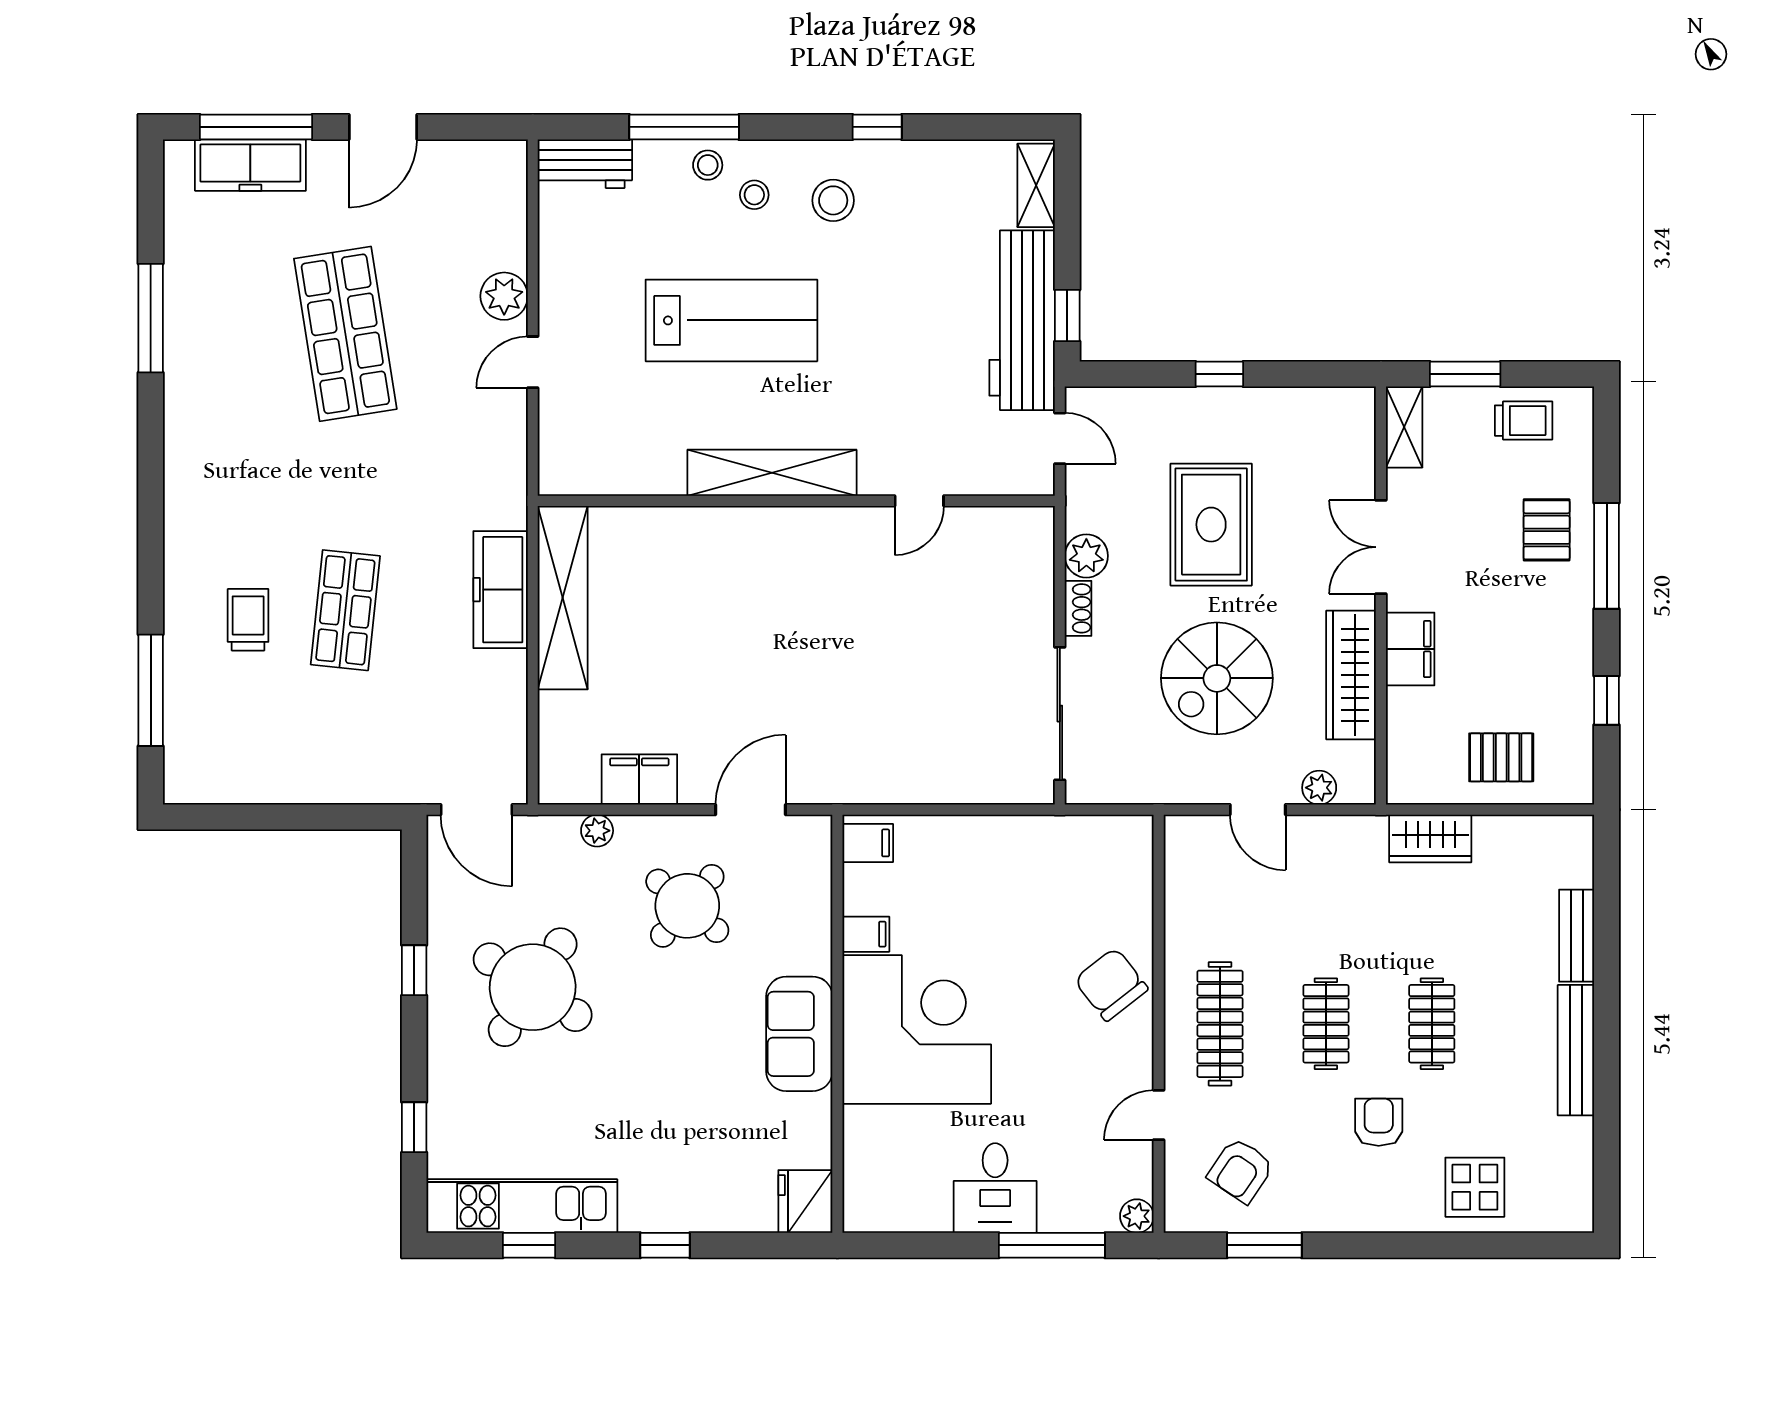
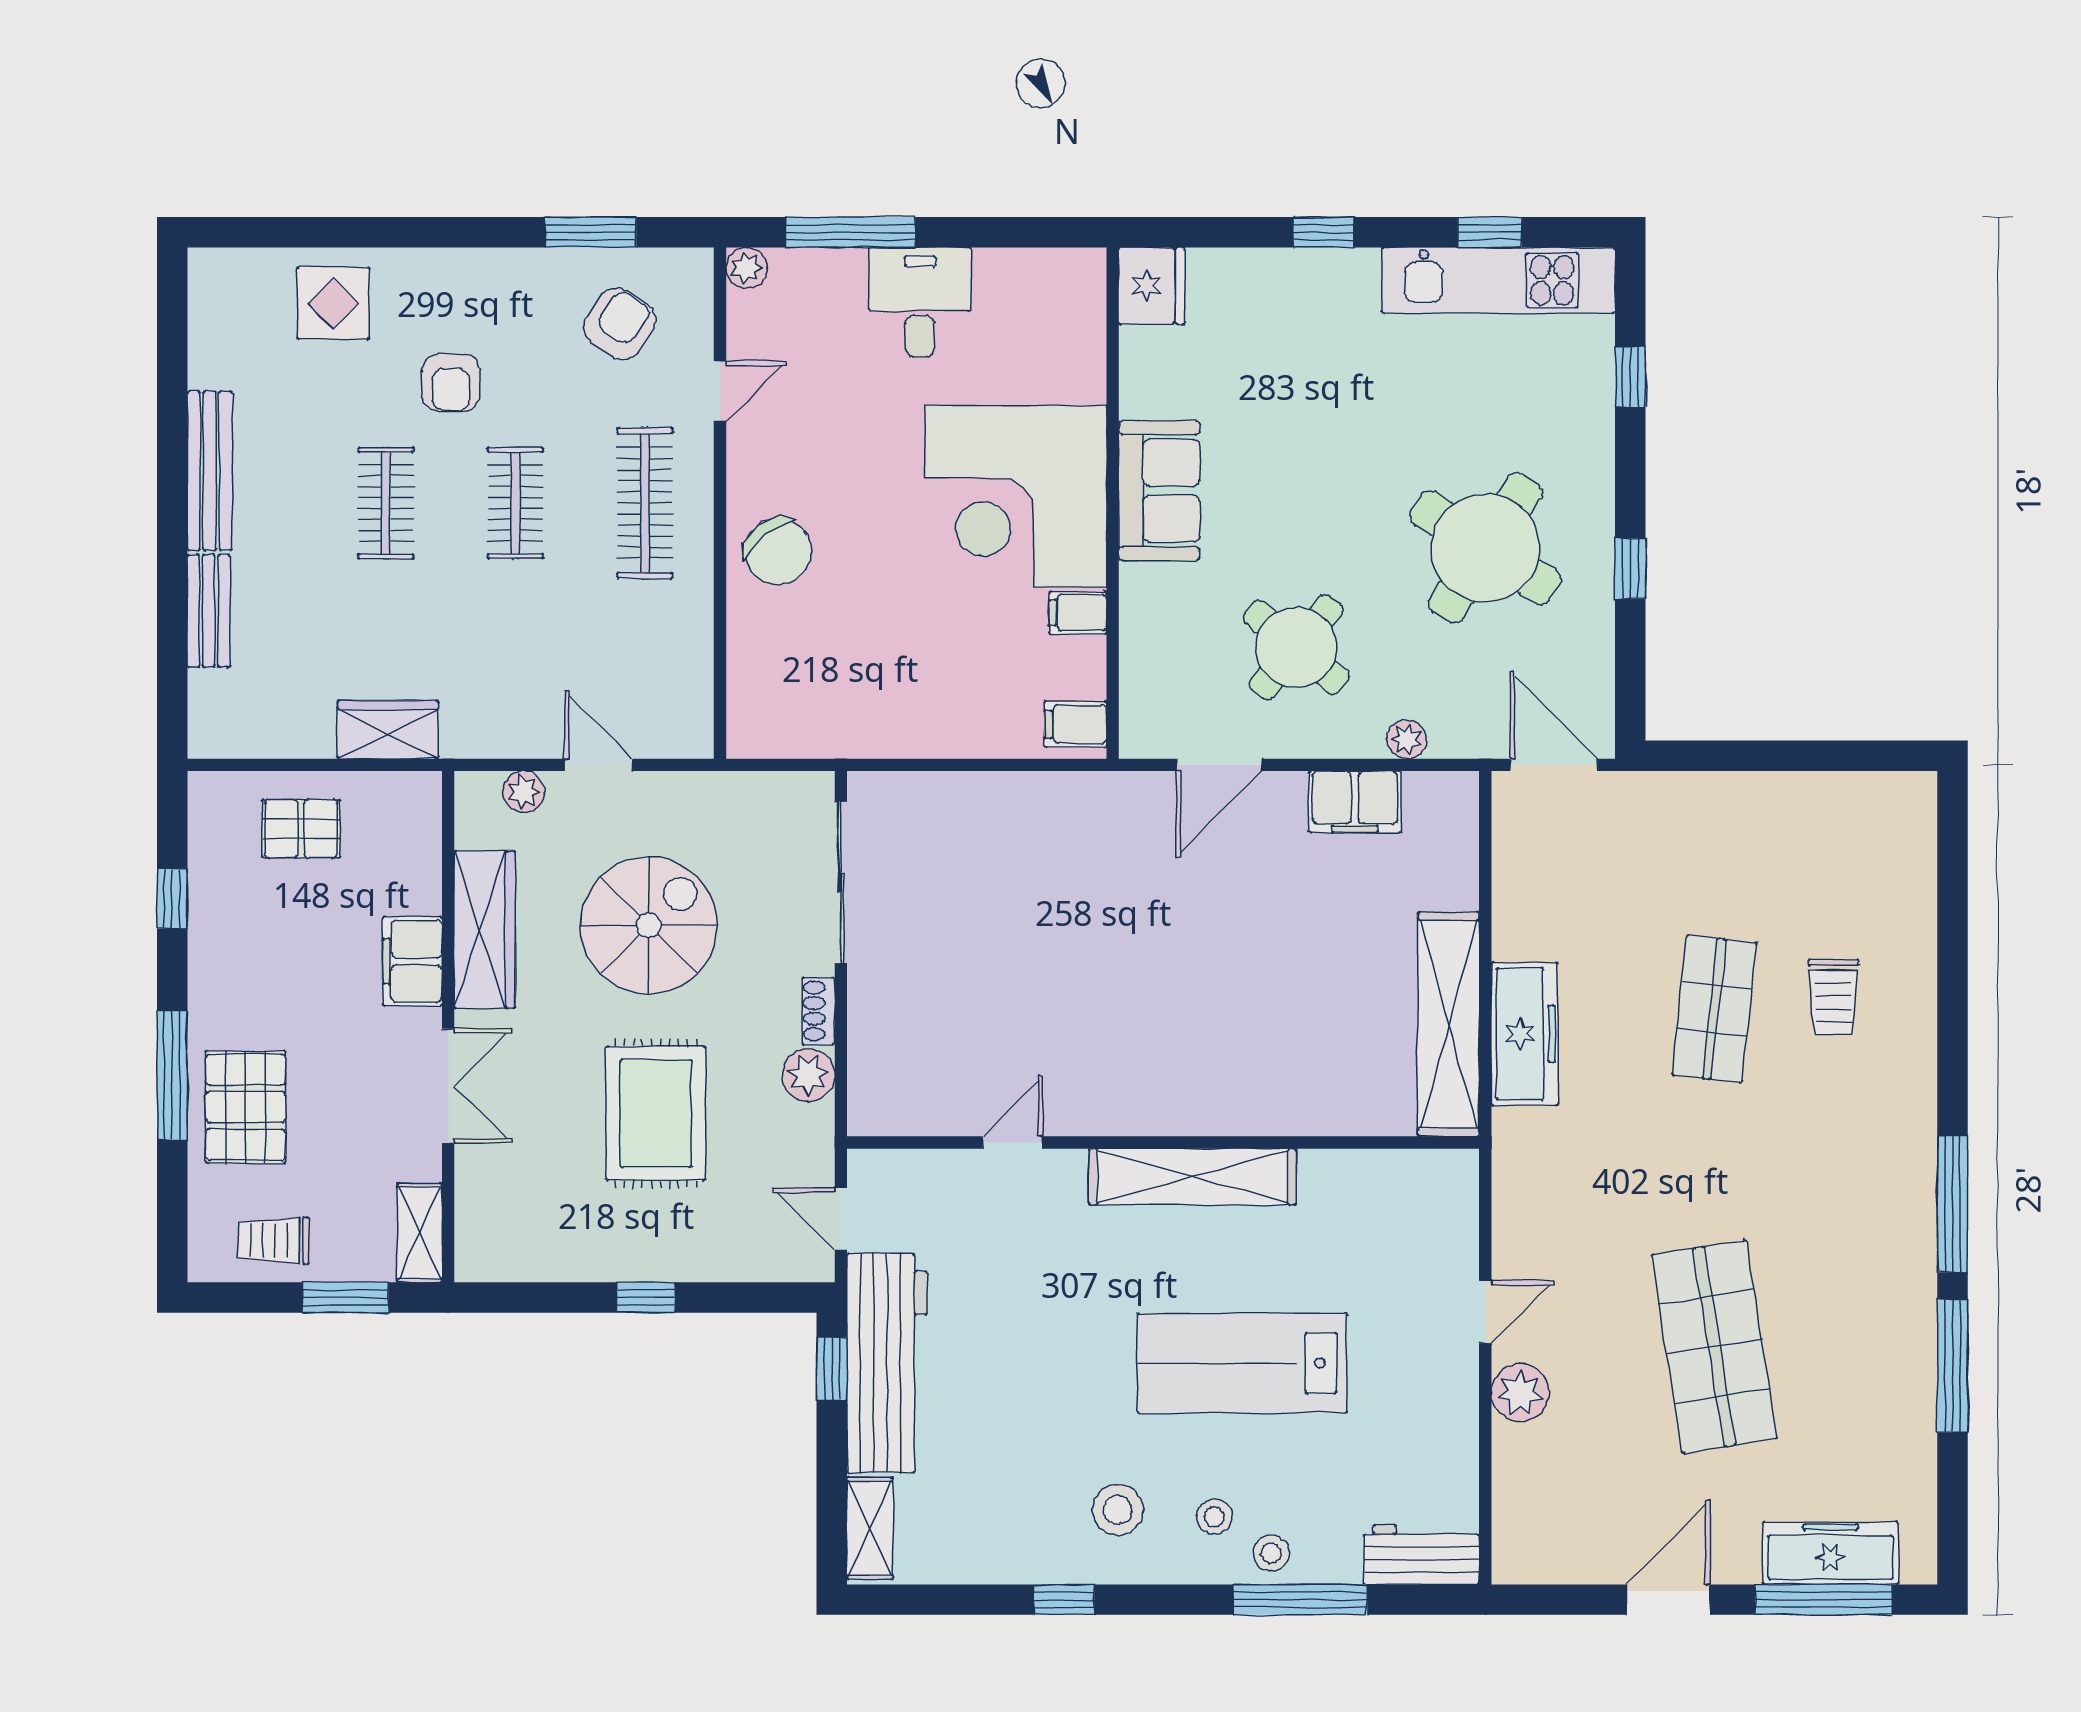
pallet: (1547, 530) -> (246, 1107), width x1.50, depth x1.42
window: (151, 690) -> (1952, 1204), moved

